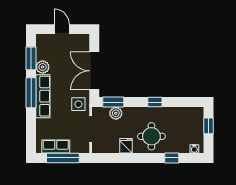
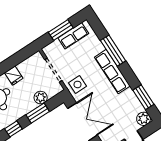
plant: (43, 67) -> (144, 119), moved
window: (31, 93) -> (113, 51), moved
window: (113, 102) -> (38, 113), moved
window: (63, 158) -> (61, 30), width x0.69

